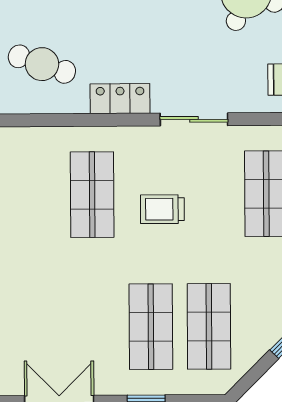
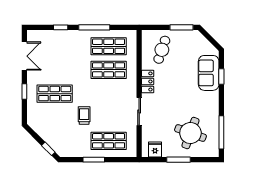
trolley: (162, 209) -> (84, 115), moved
shop shelf: (209, 326) -> (109, 46), moved

